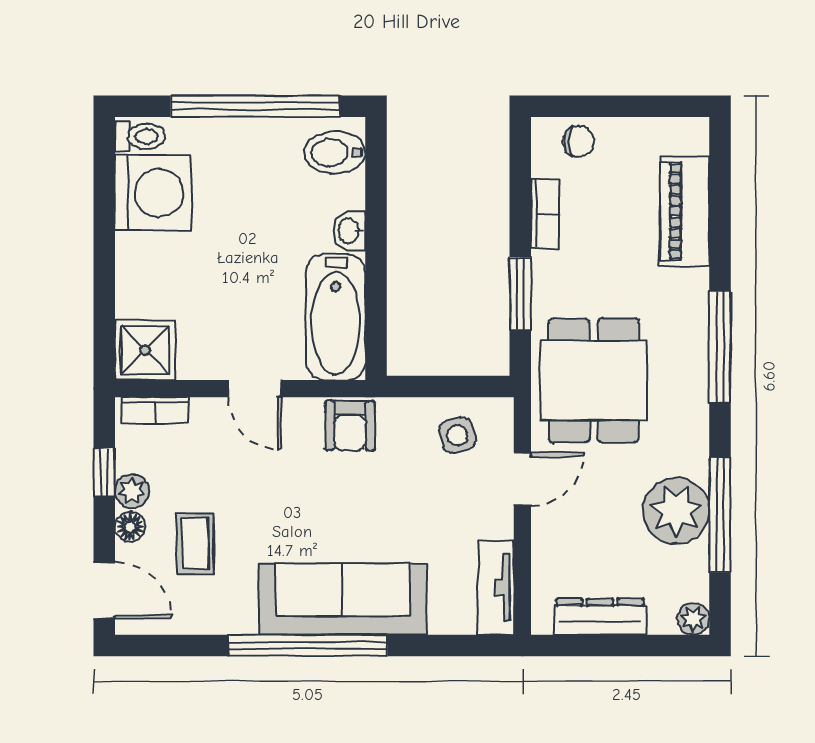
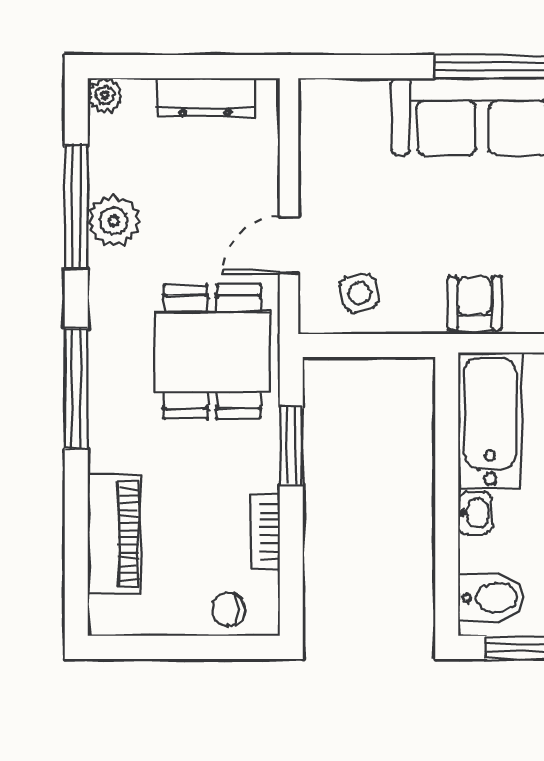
plant: (676, 511) -> (114, 221), width x0.73, depth x0.73
tv unit: (496, 588) -> (317, 129), removed

